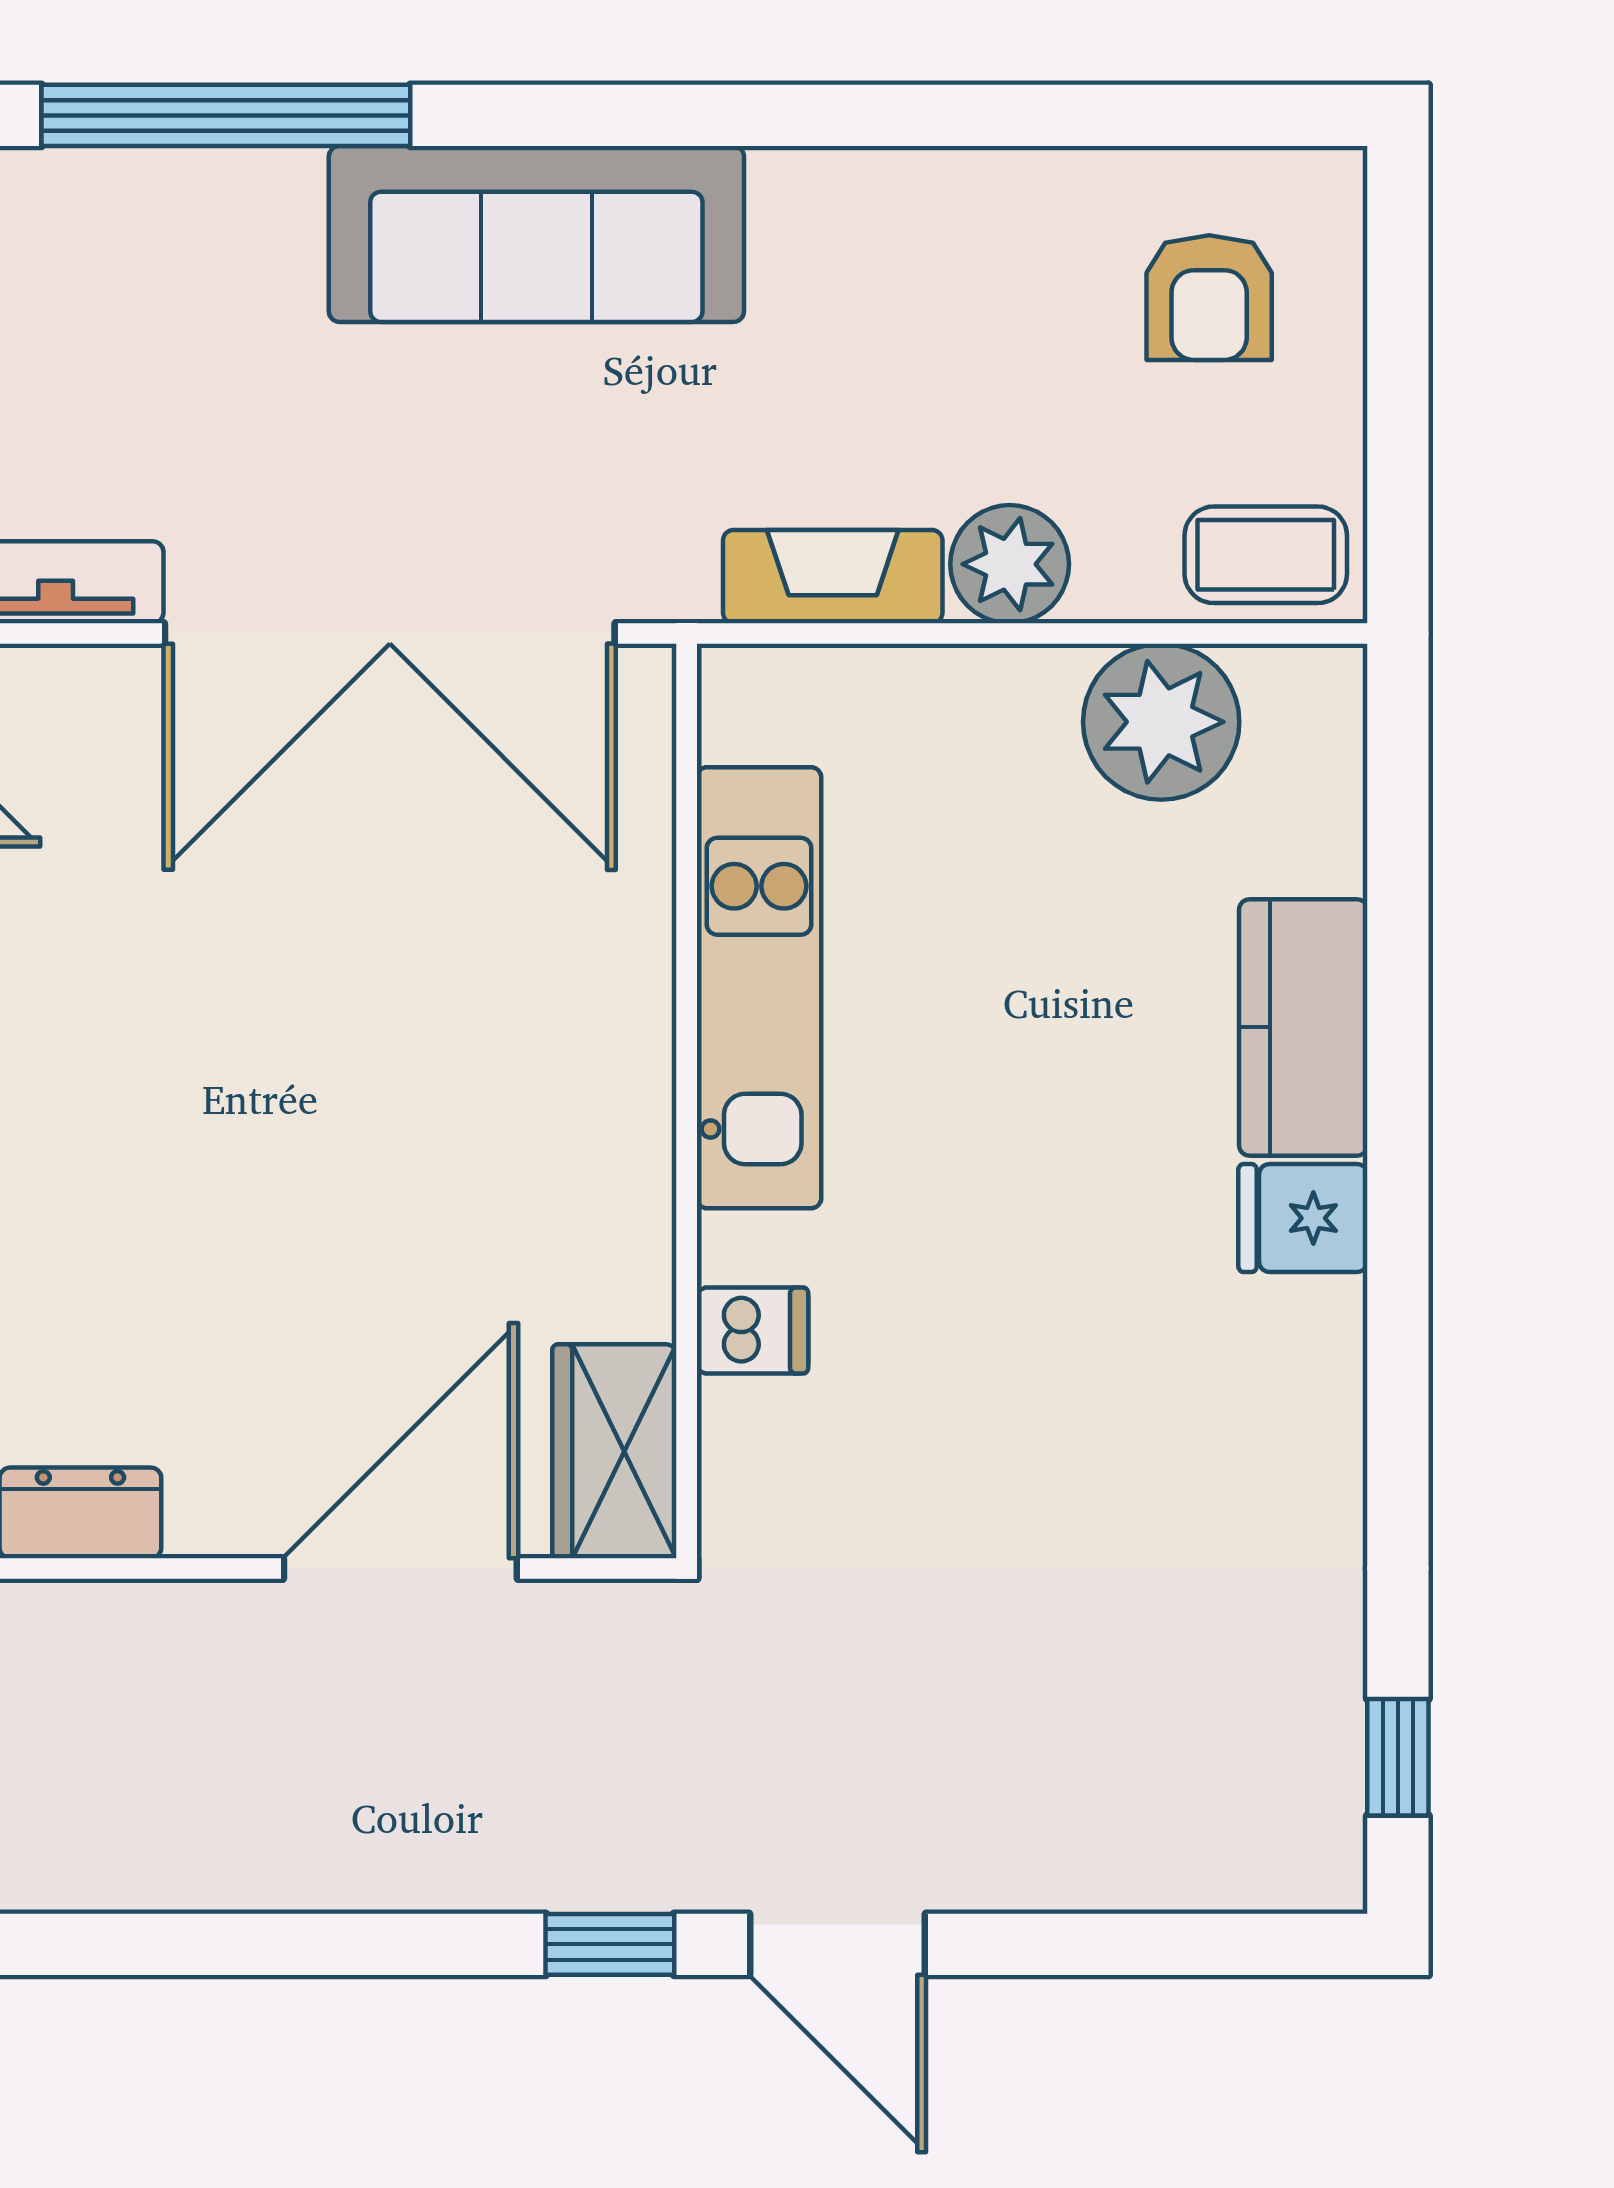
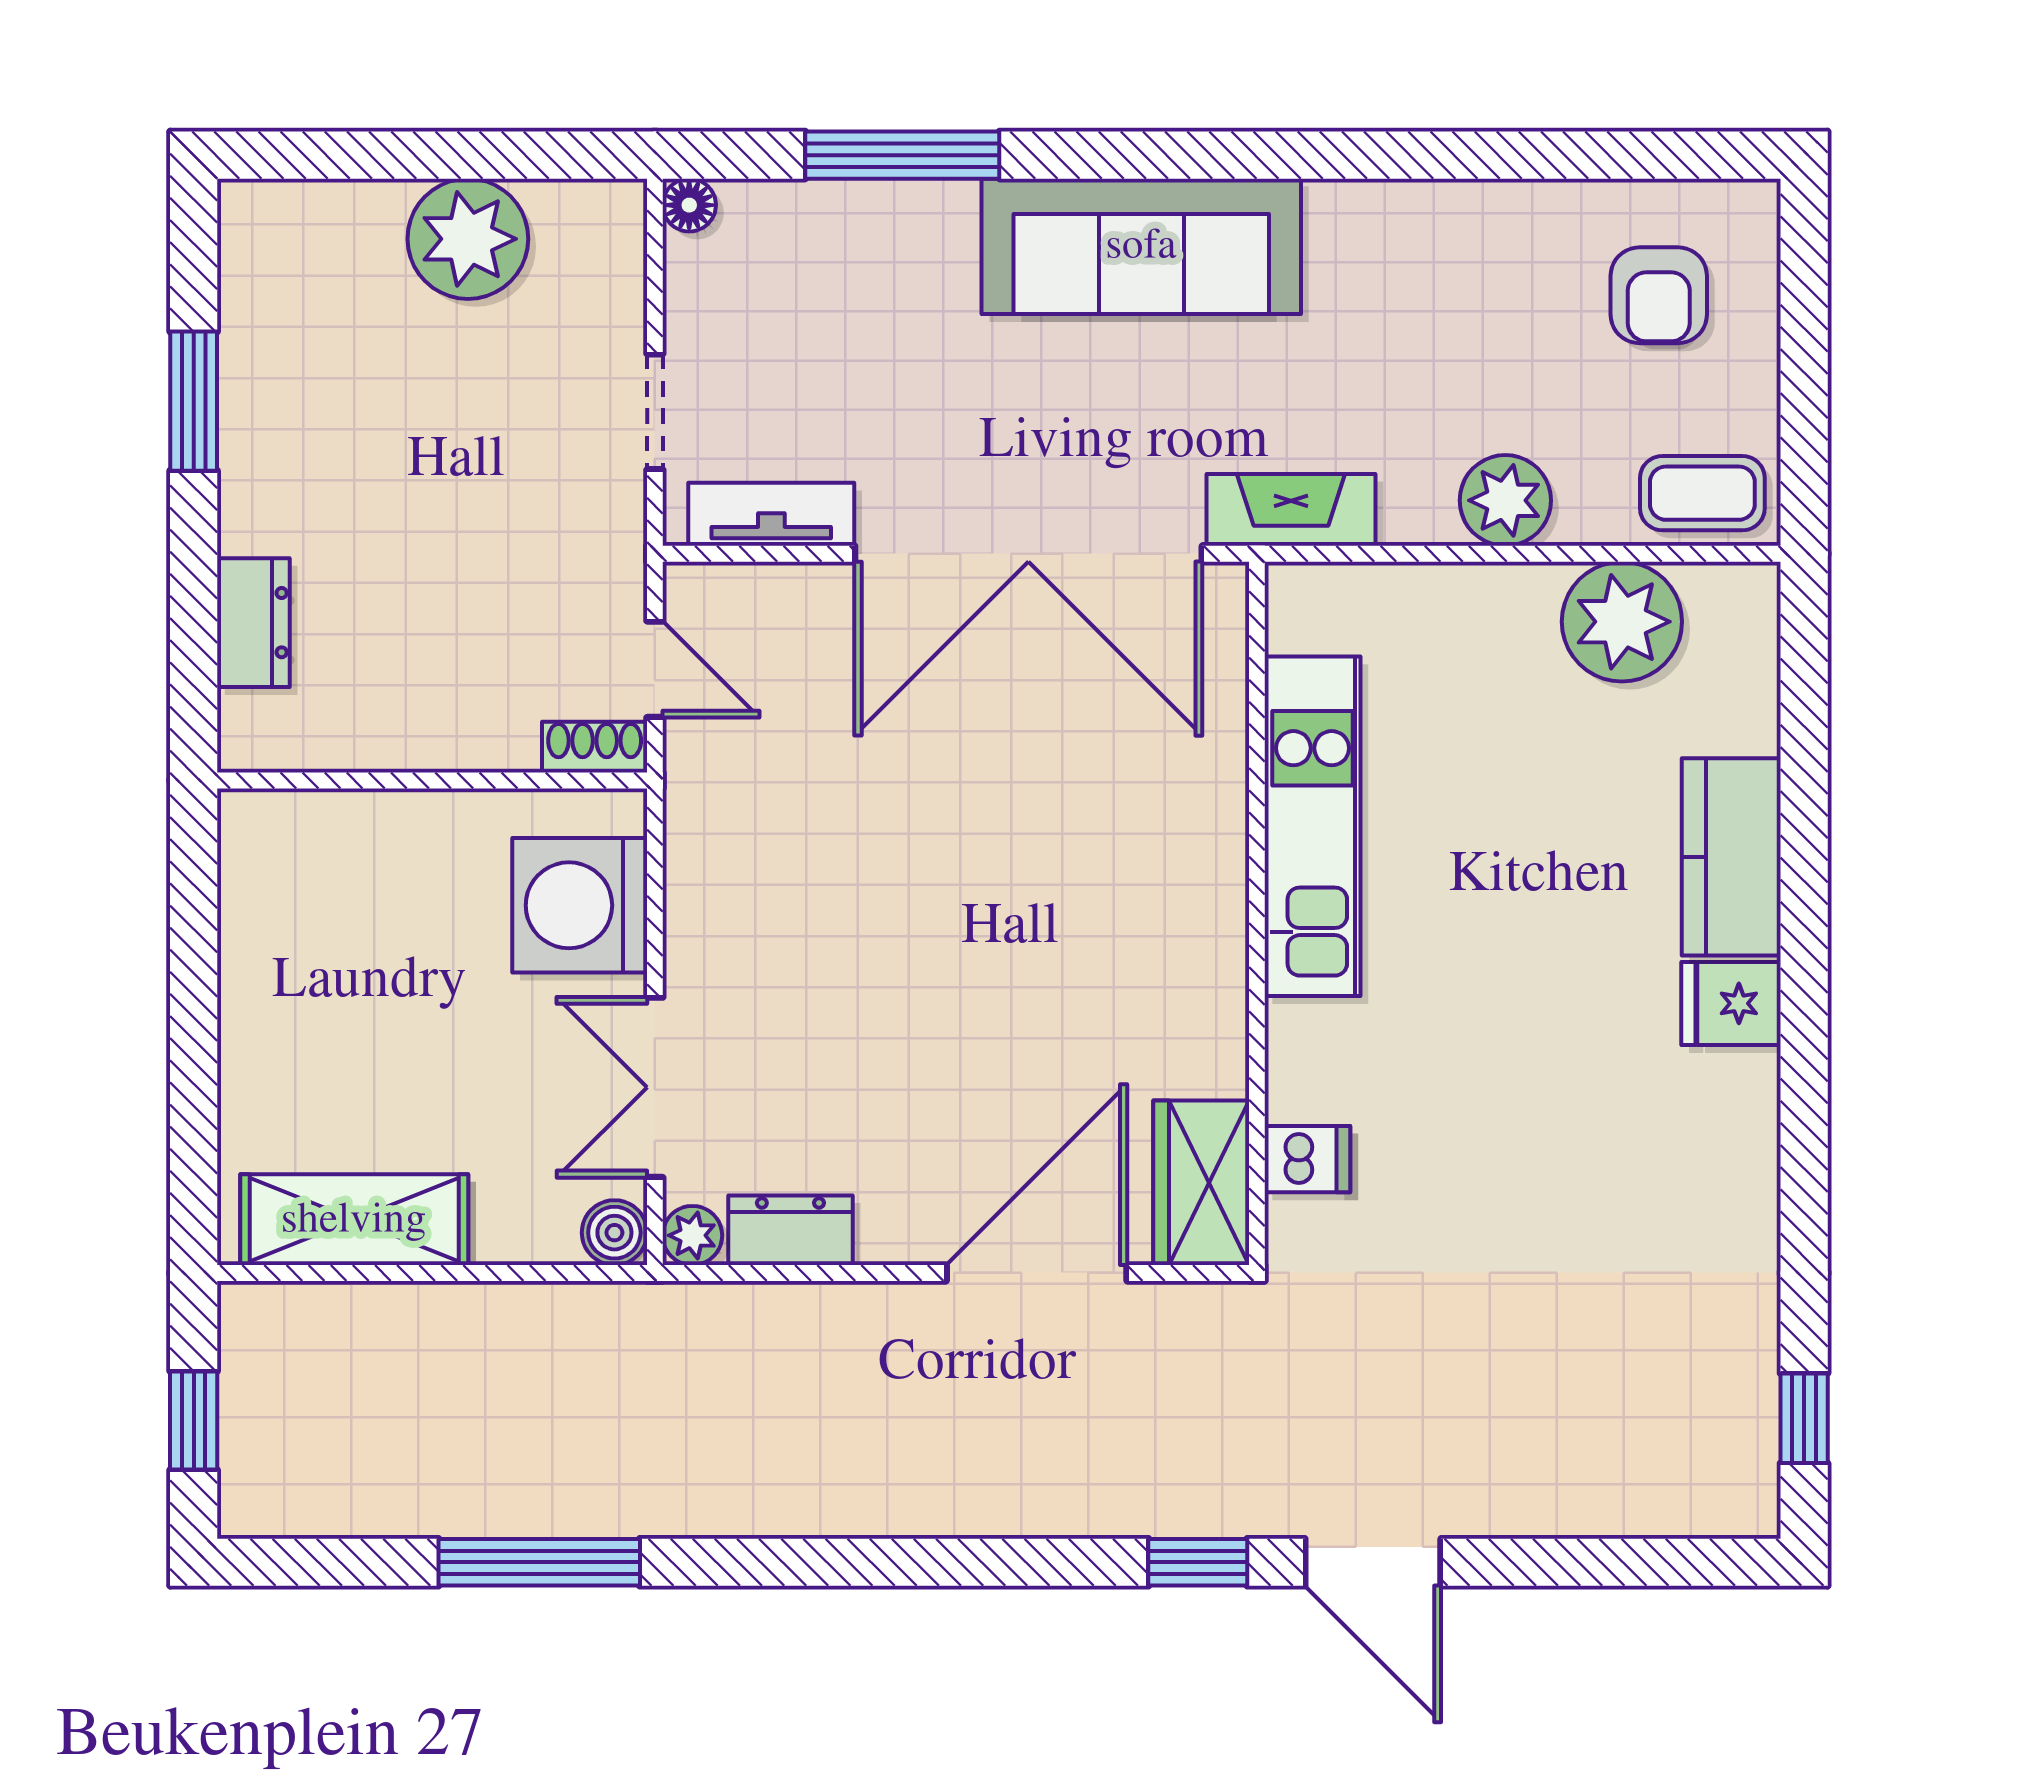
window: (226, 115) -> (902, 155), width x0.68
fireplace: (833, 577) -> (1291, 510), moved
dishwasher: (752, 1331) -> (1307, 1159), moved

